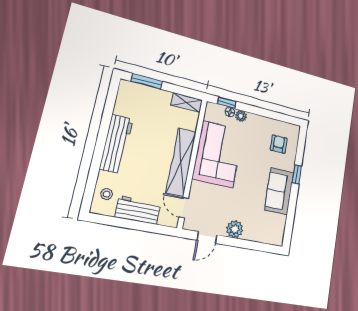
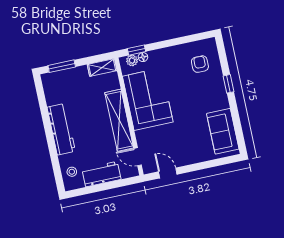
plant: (241, 116) -> (132, 60), moved
sofa: (279, 191) -> (223, 131), moved
plant: (235, 229) -> (189, 156), removed
door: (207, 238) -> (168, 173), swing flipped

